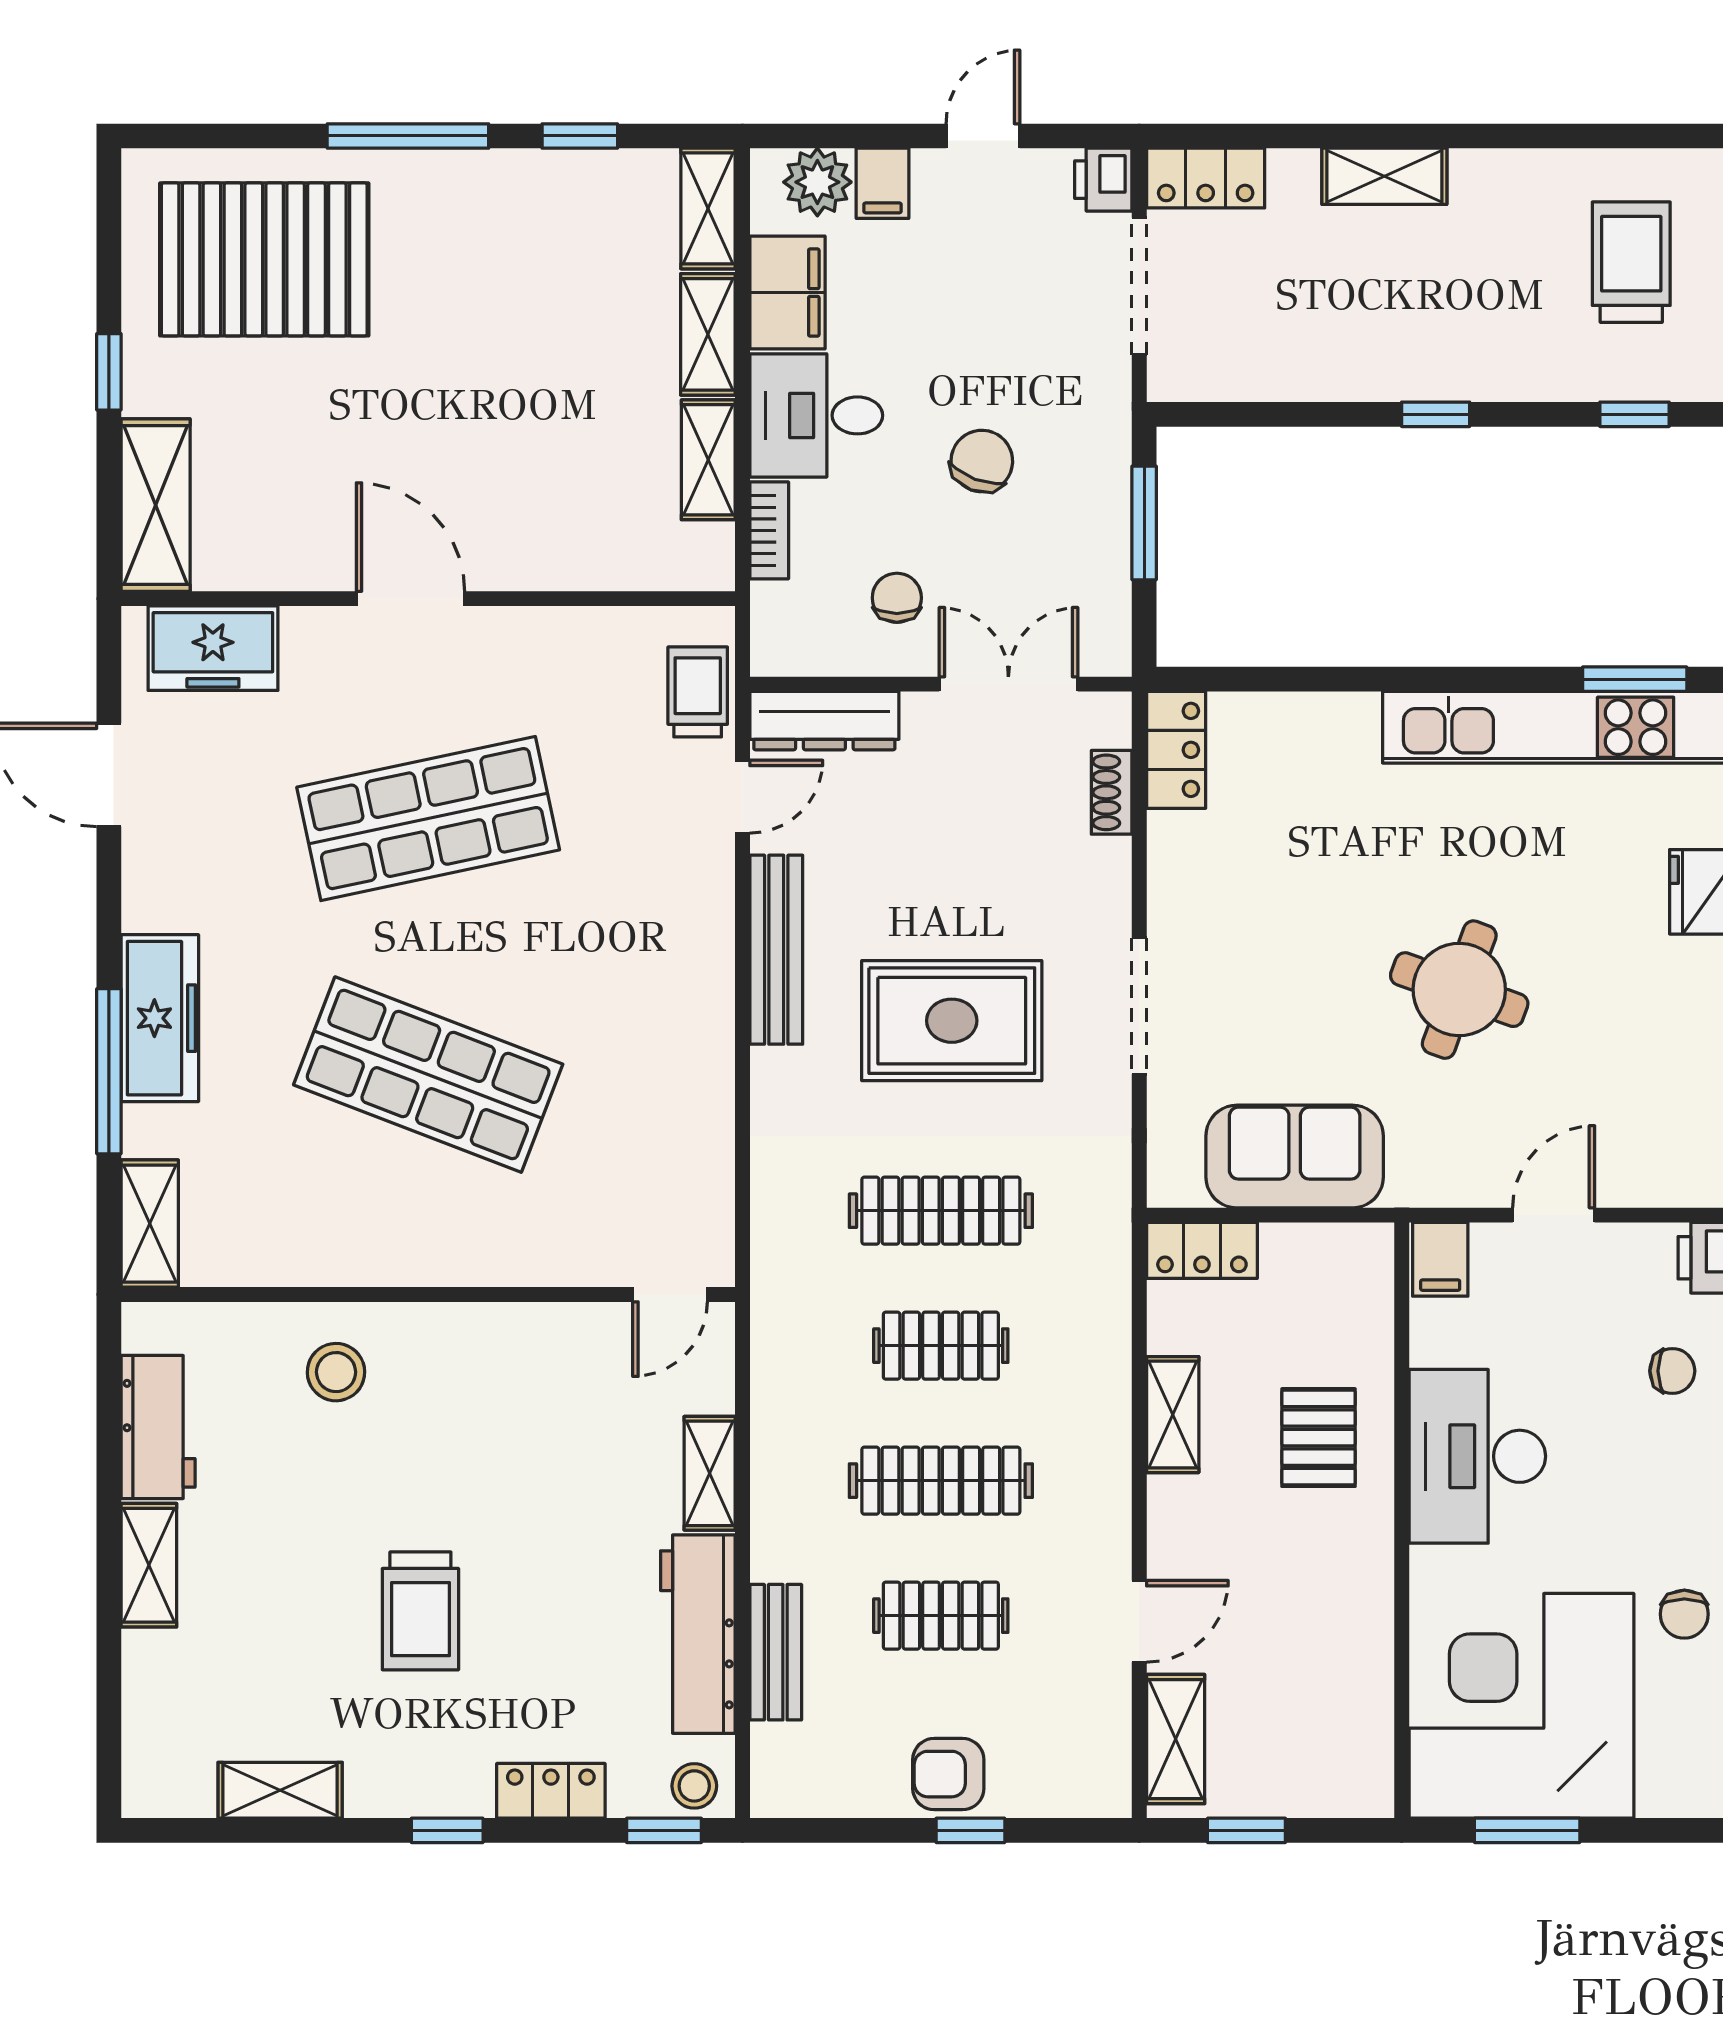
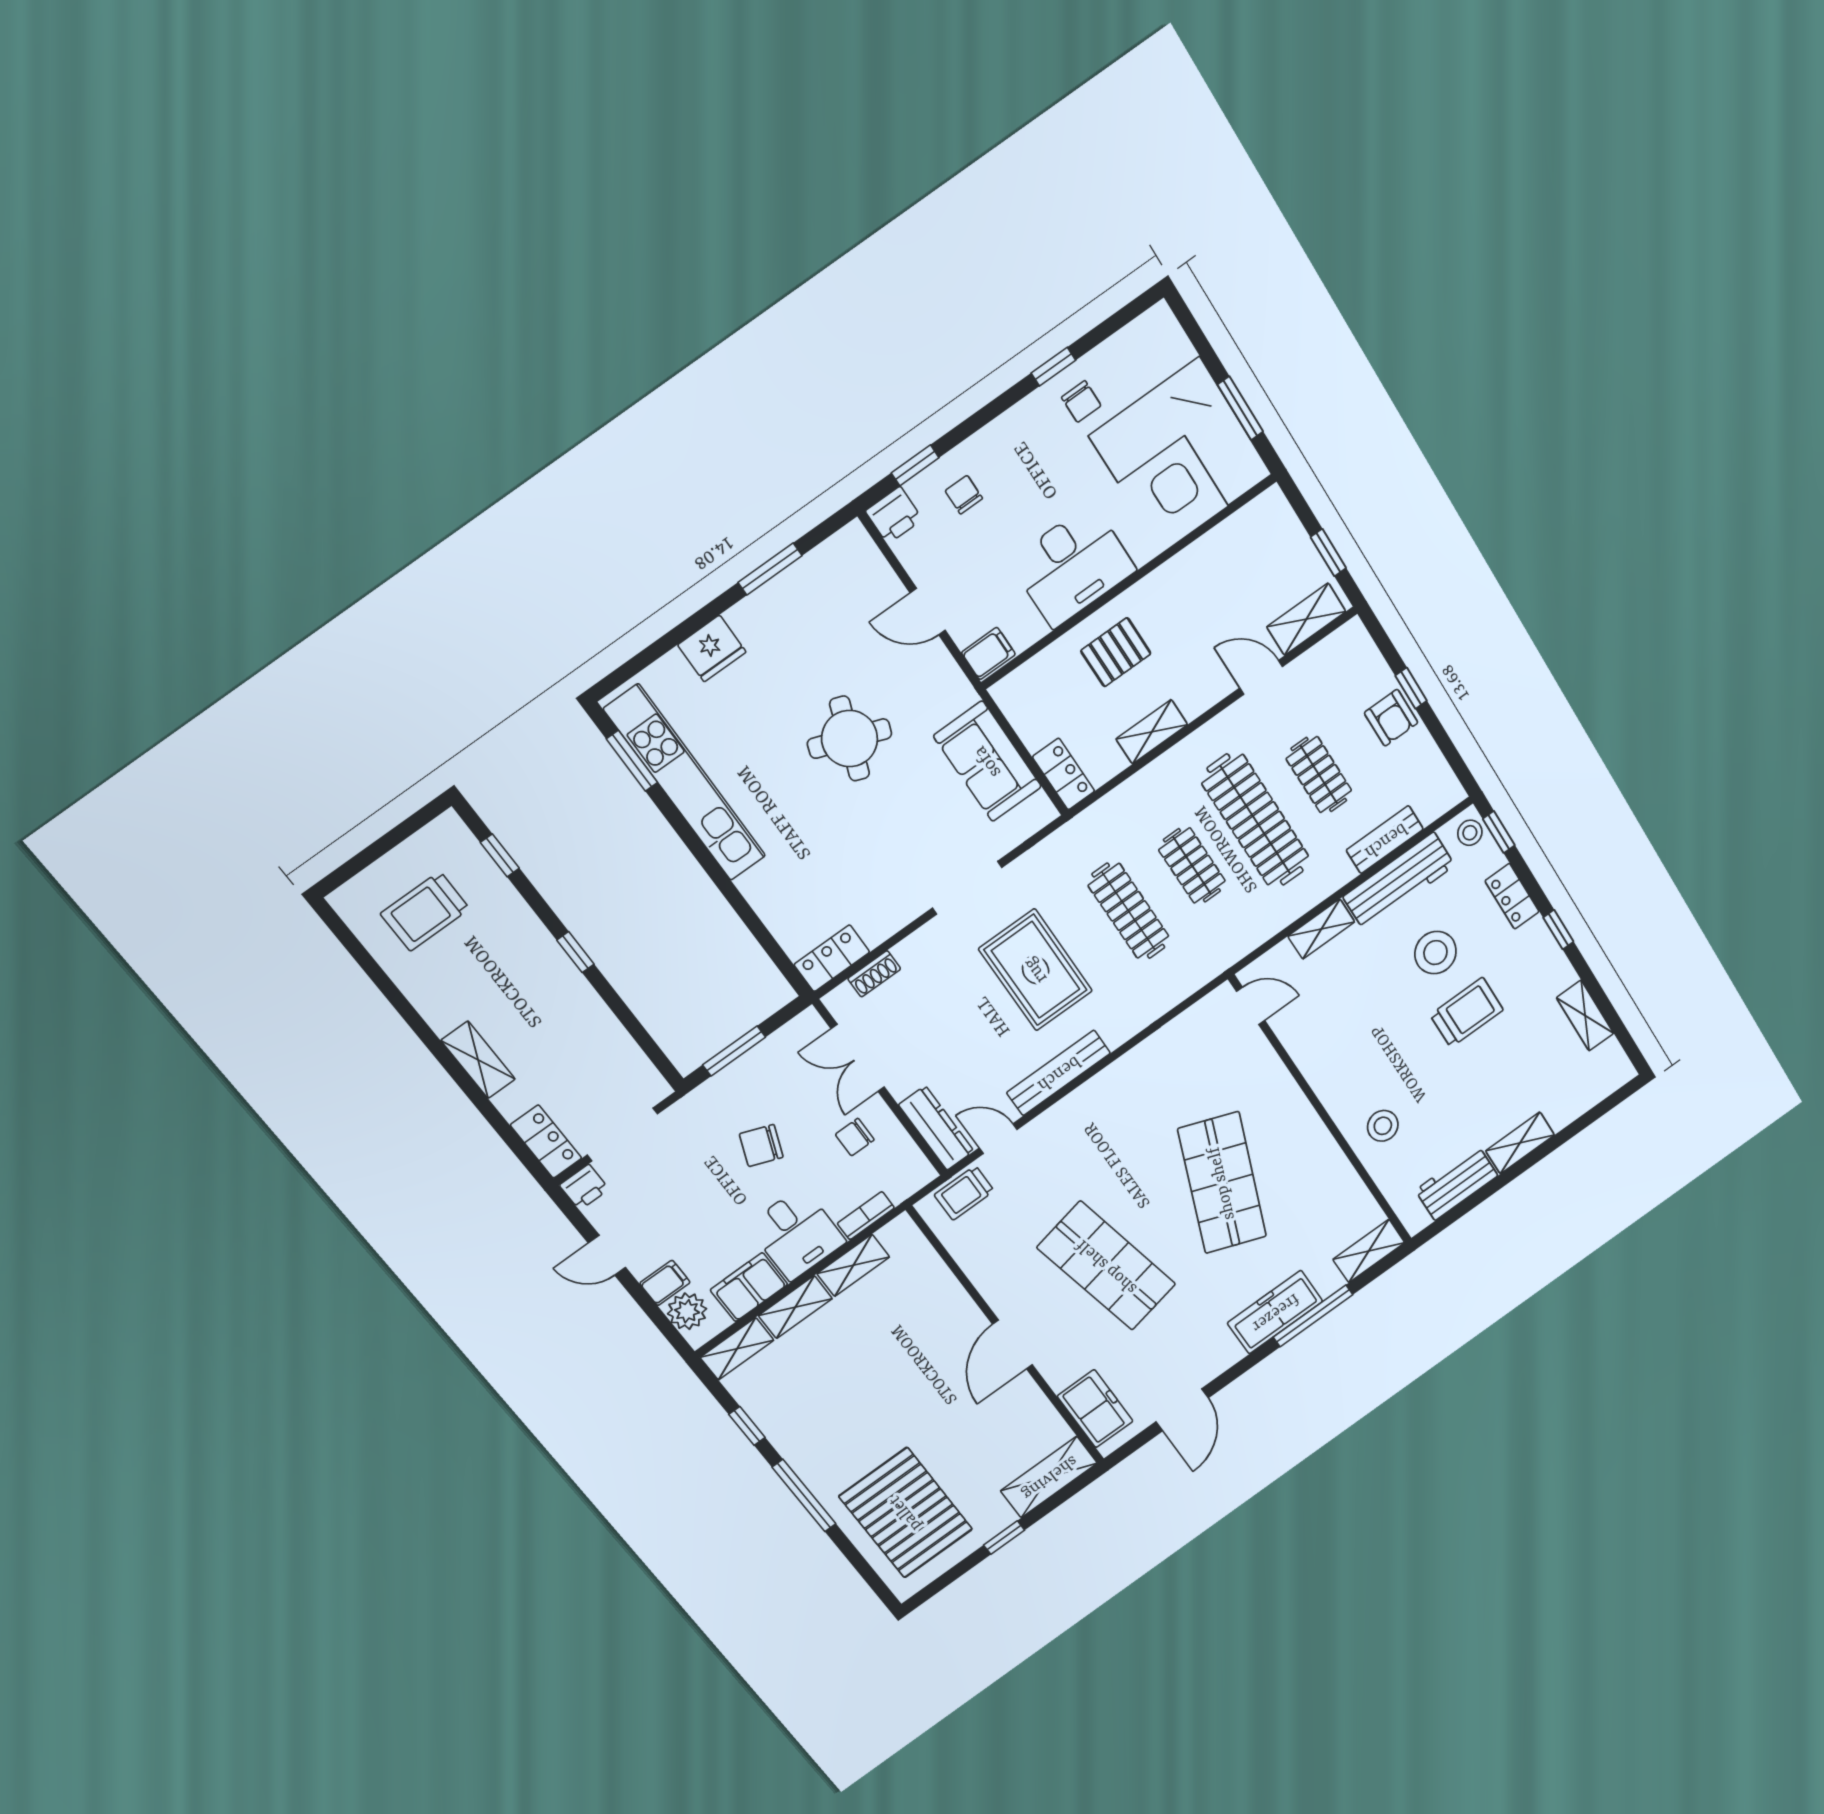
clothes rail: (941, 1481) -> (1255, 820), width x1.37, depth x1.31
chair: (1684, 1614) -> (1081, 402), turned 90
stool: (549, 1621) -> (1436, 953), added

